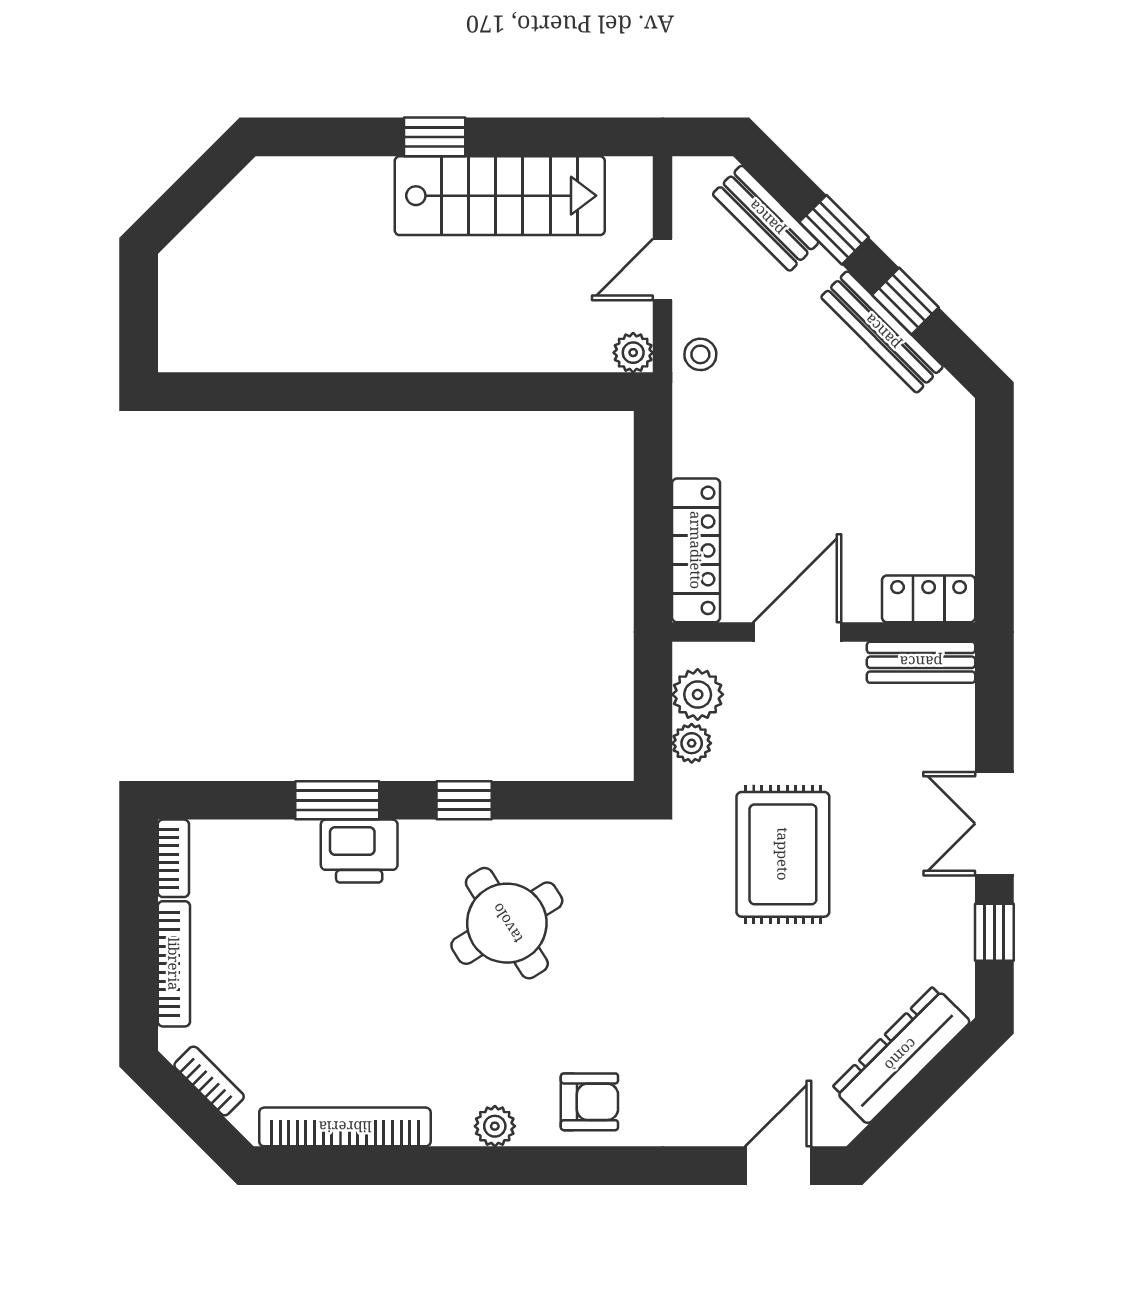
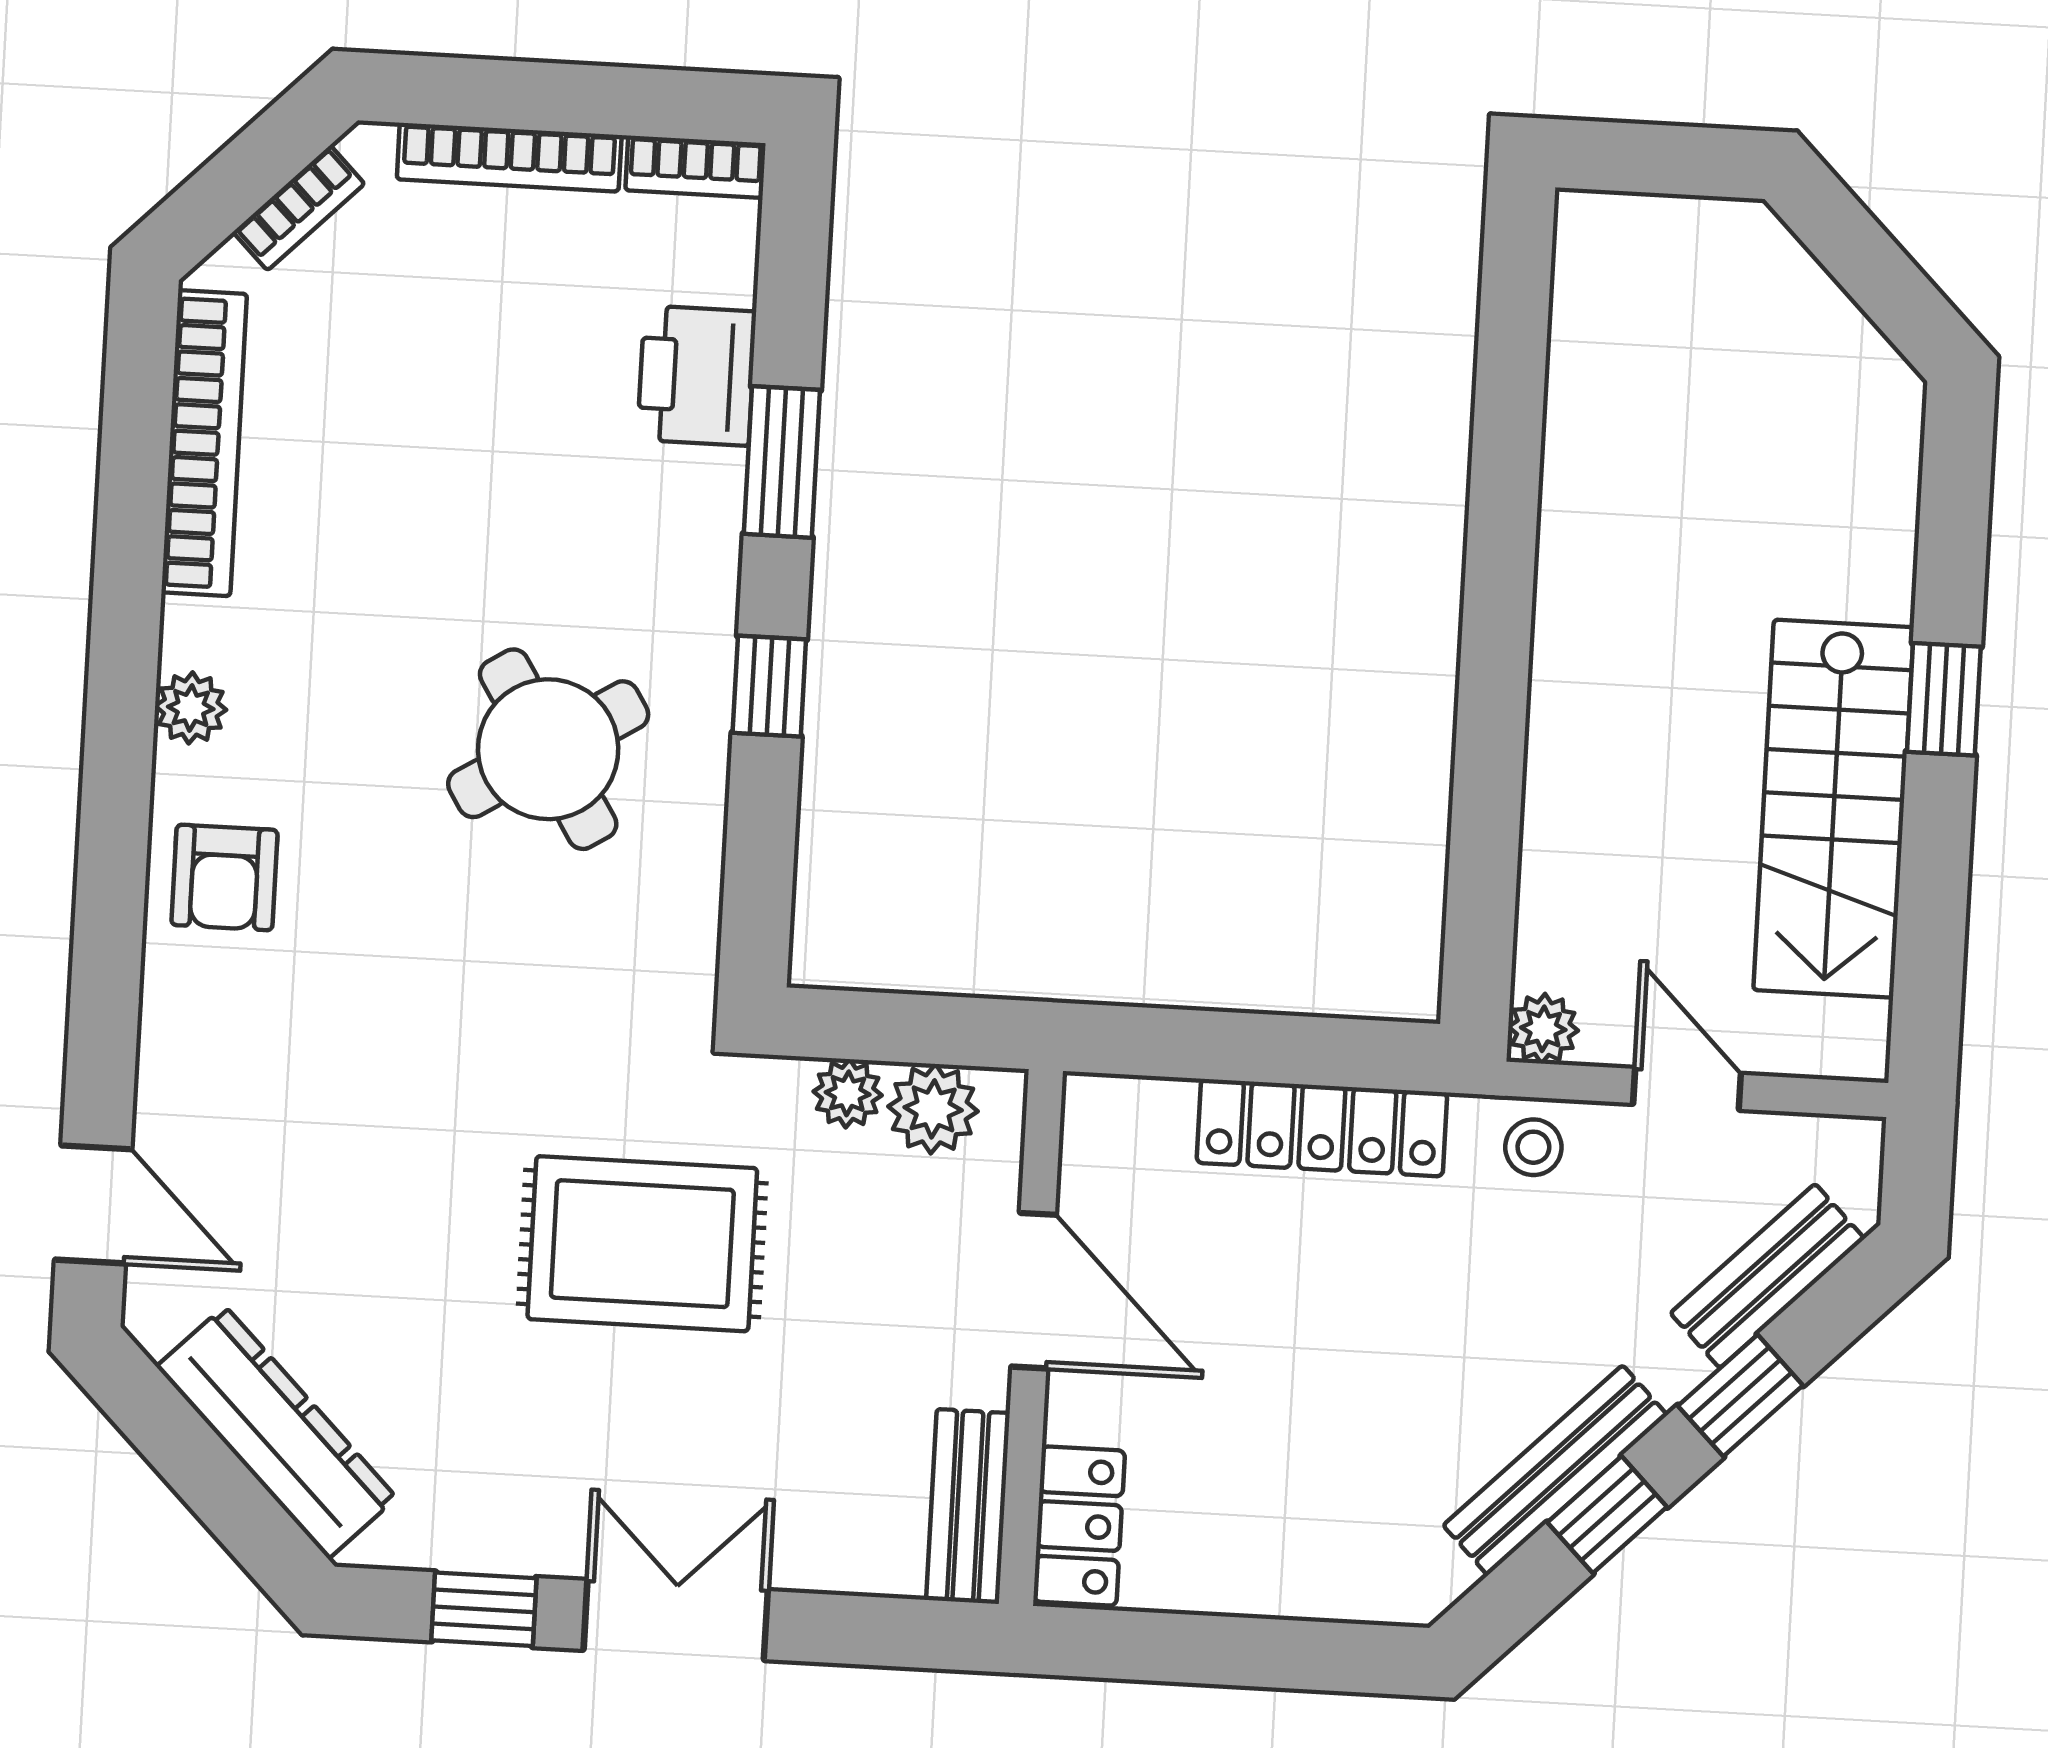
locker: (696, 550) -> (1322, 1128), moved
printer: (359, 851) -> (697, 376), moved

